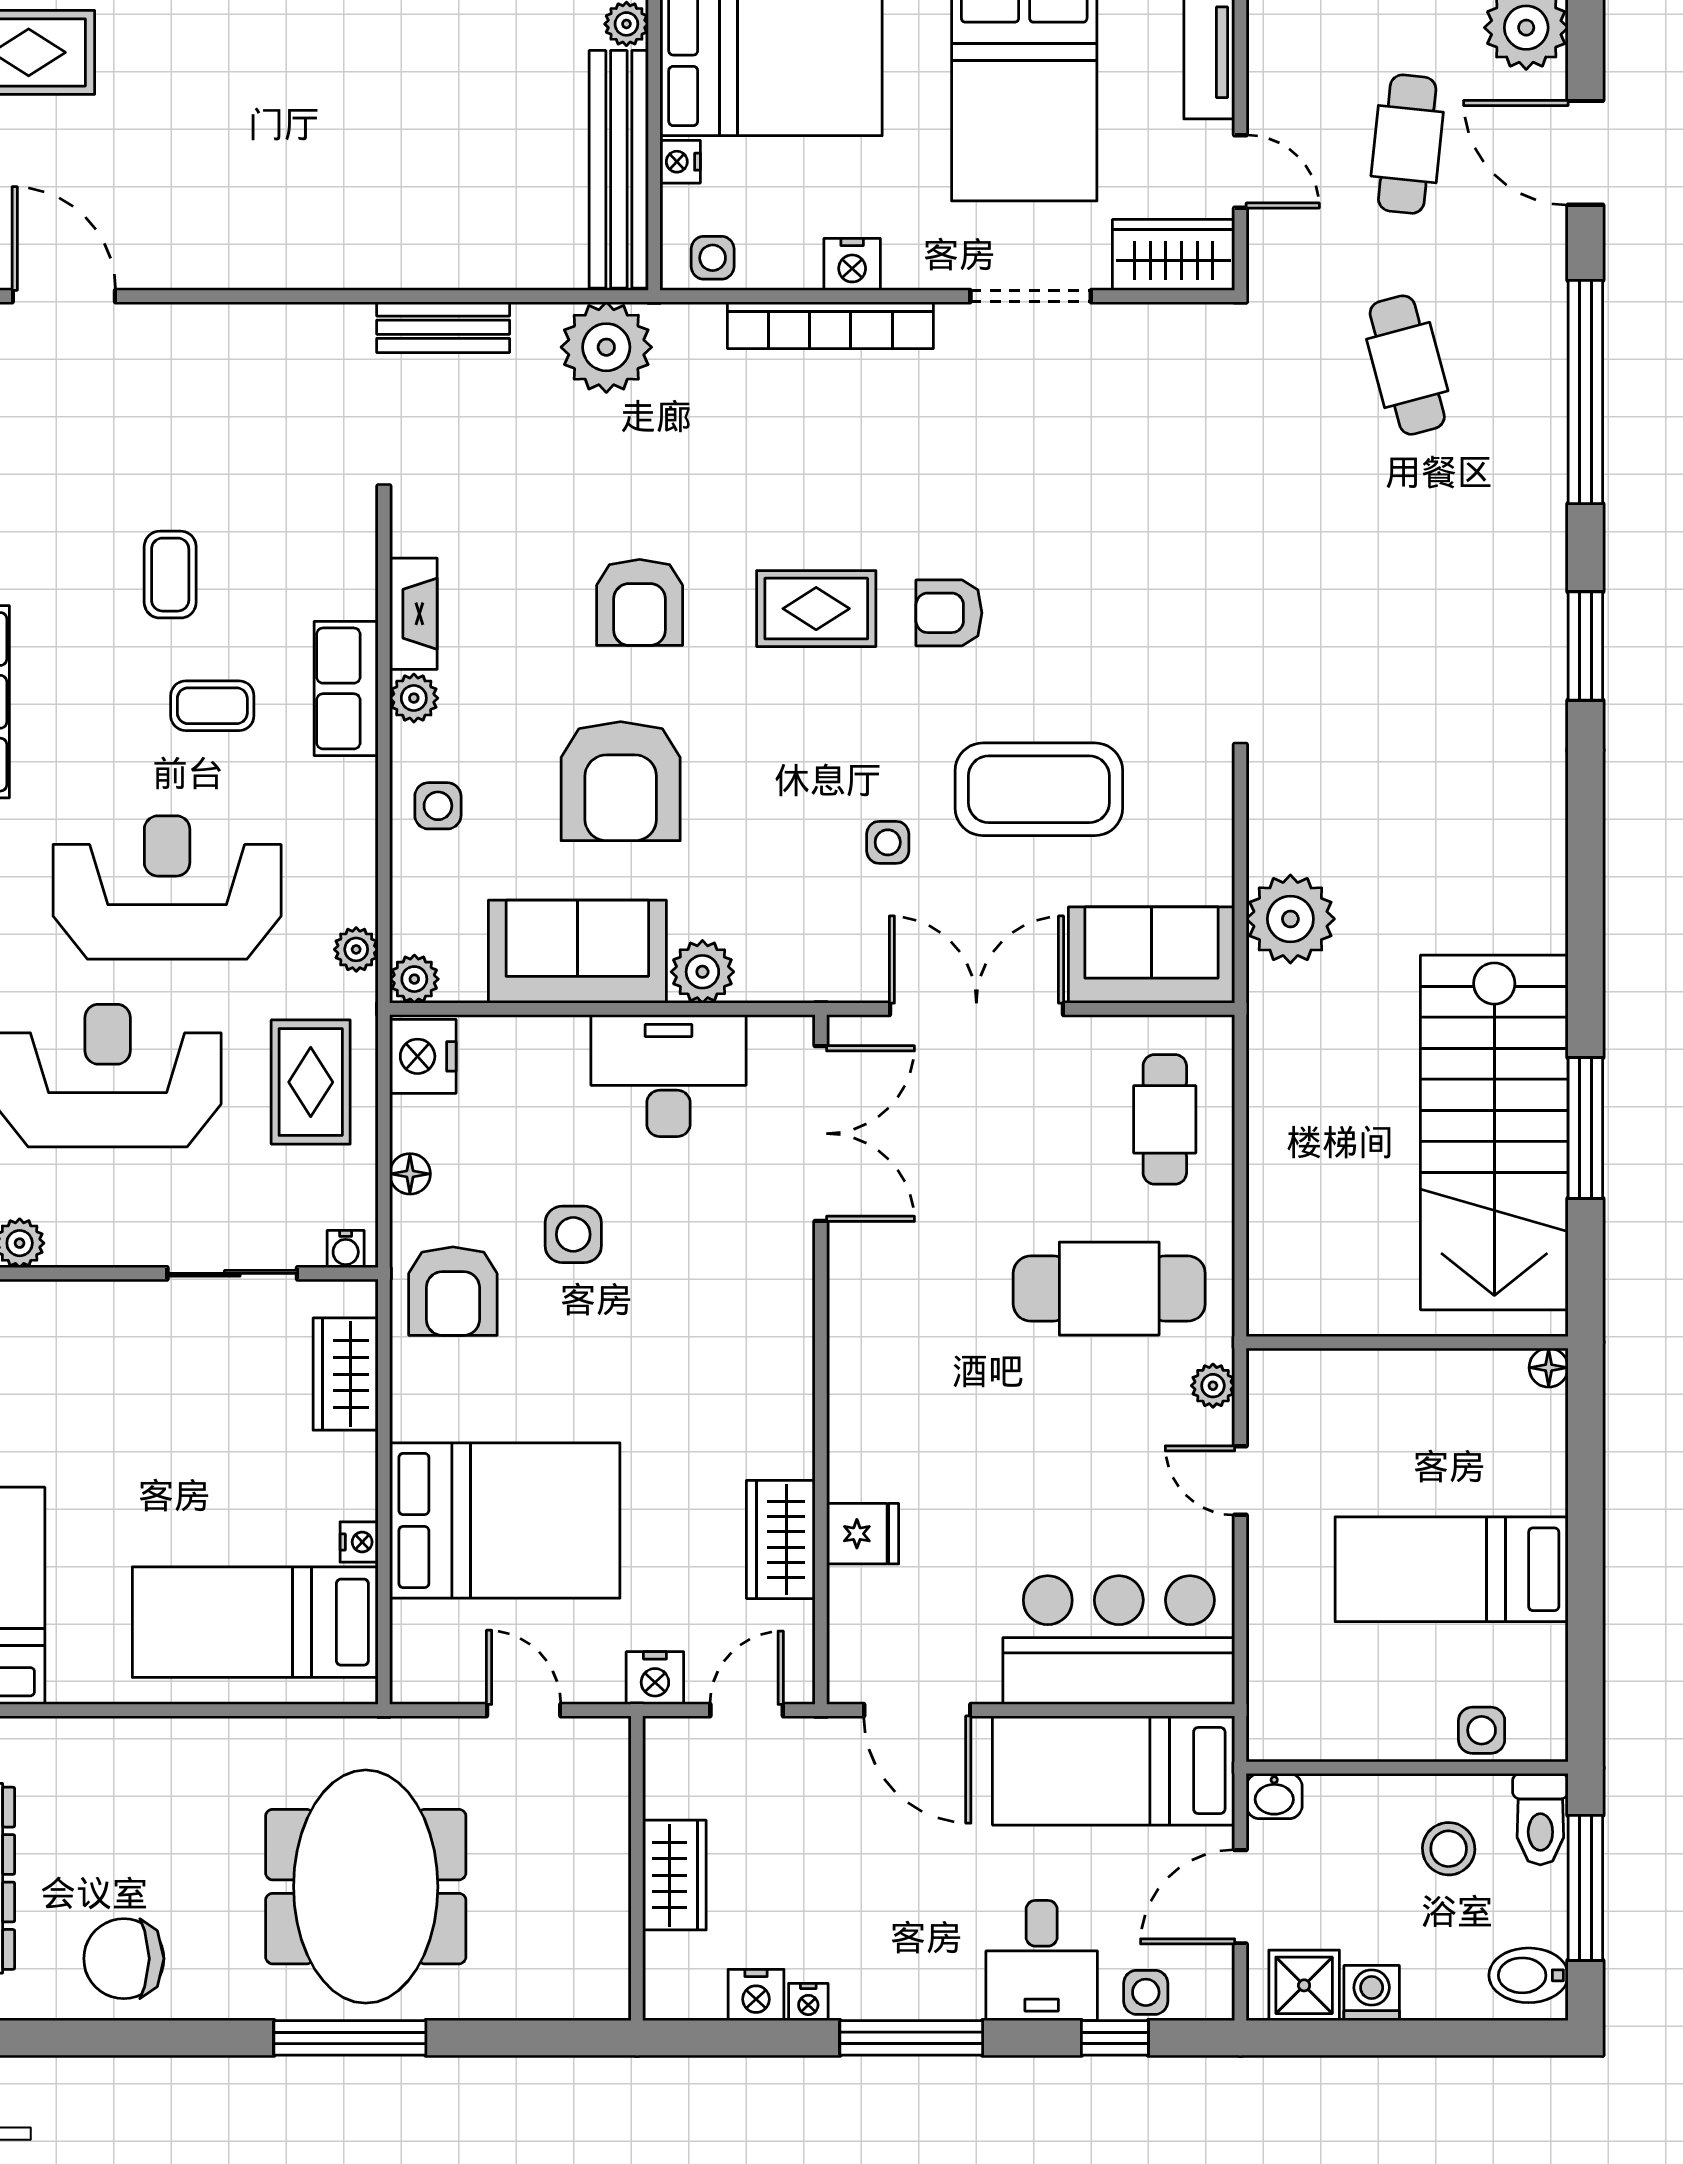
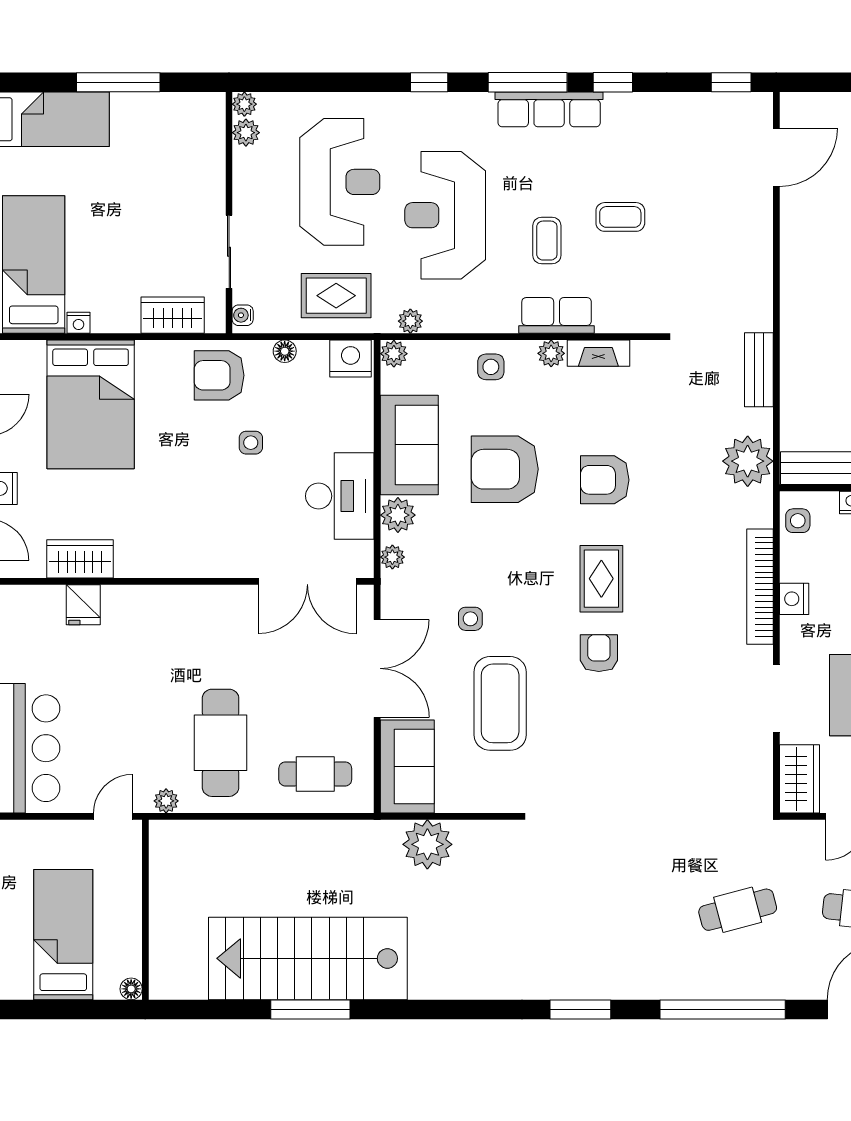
reception desk: (167, 887) -> (445, 215), turned 180
plant: (778, 982) -> (392, 557), added
side table: (573, 1234) -> (251, 443), width x0.73, depth x0.73
wall: (1407, 1342) -> (145, 910), moved
floor lamp: (1549, 1368) -> (131, 989), moved

